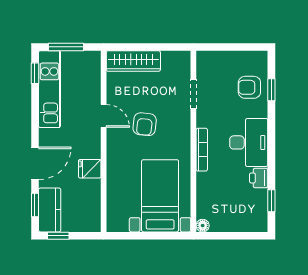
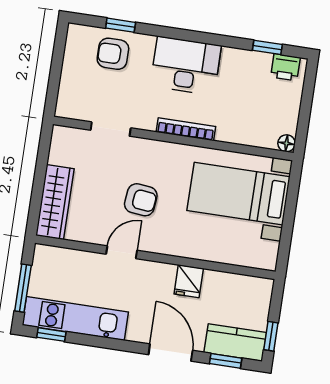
armchair: (249, 87) -> (113, 54), turned 90
printer: (259, 178) -> (286, 67), moved

